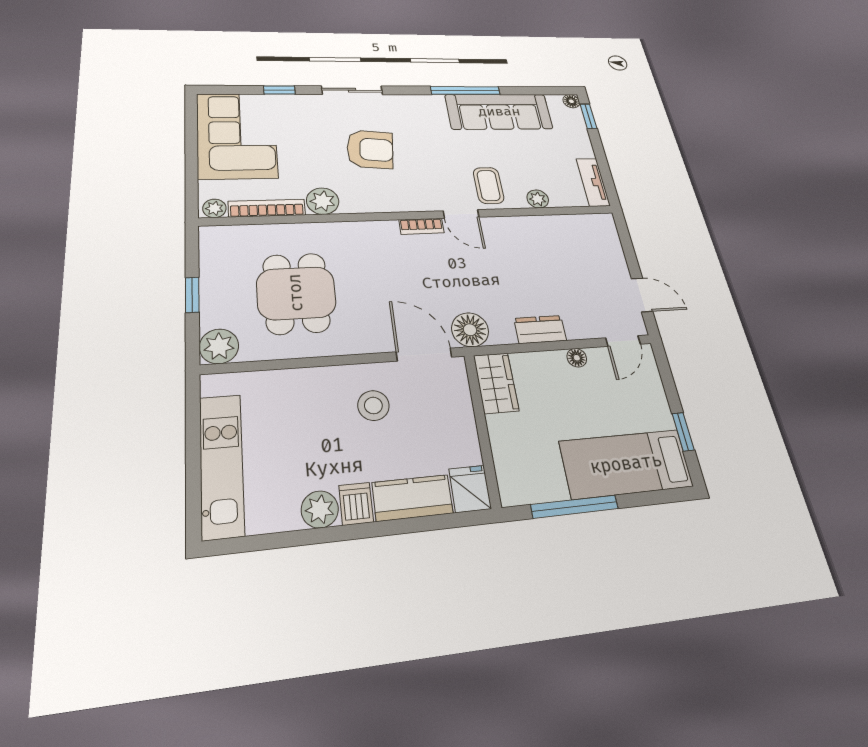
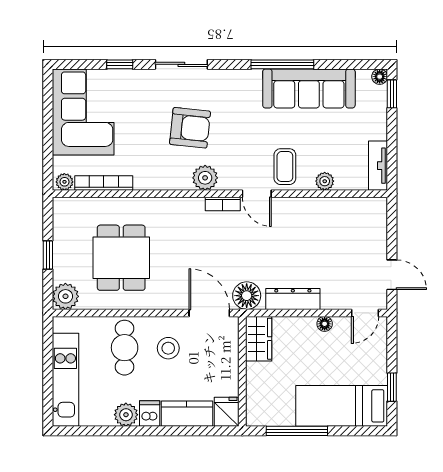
plant: (323, 201) -> (205, 178), moved
dresser: (540, 329) -> (293, 299), width x1.44
cafe table: (310, 410) -> (125, 348), added

